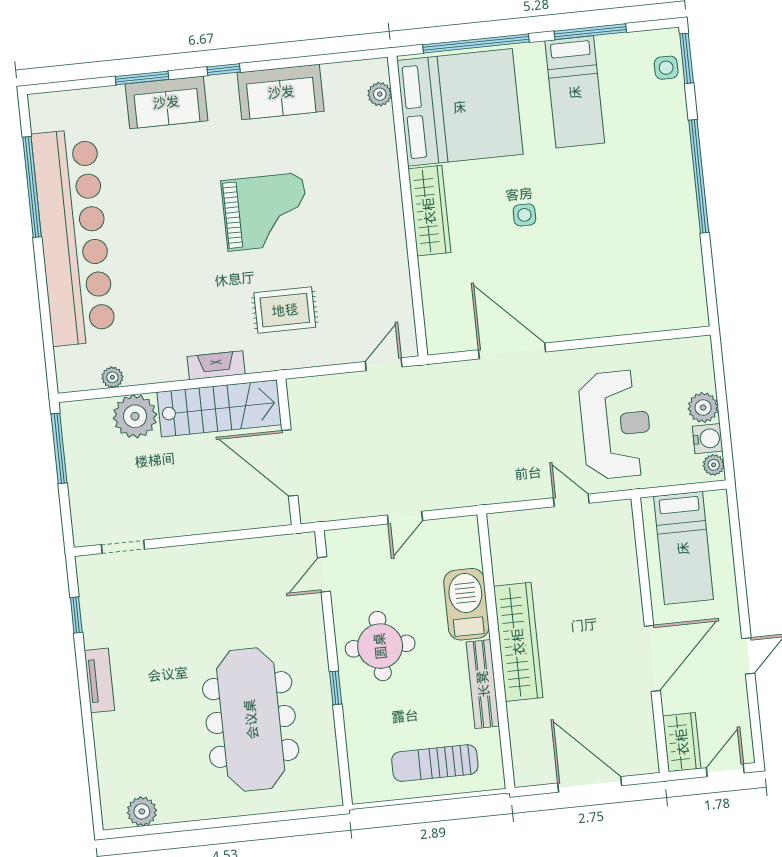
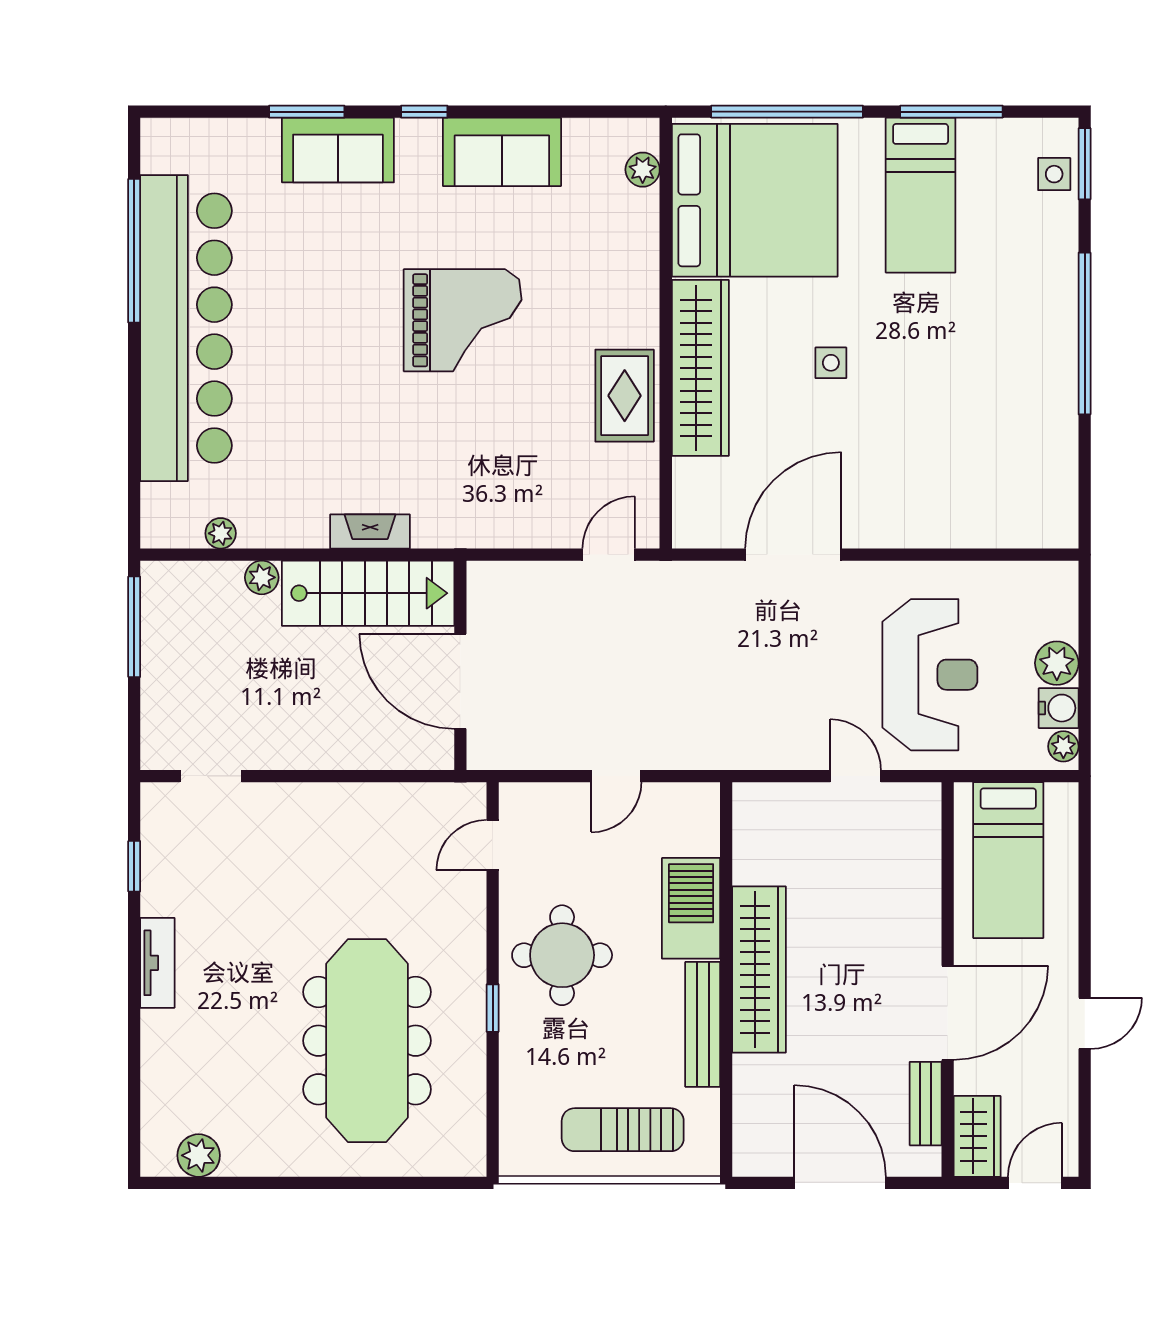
wardrobe: (429, 211) -> (700, 368), width x1.40, depth x1.17
rug: (285, 310) -> (625, 396), moved, turned 90
door: (512, 351) -> (793, 555), hinge flipped
plant: (135, 416) -> (262, 577), width x0.53, depth x0.53
bench: (644, 723) -> (926, 1104), added

